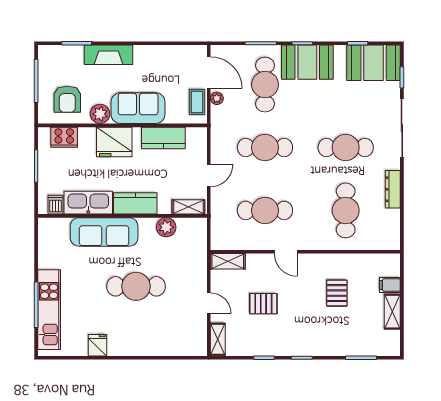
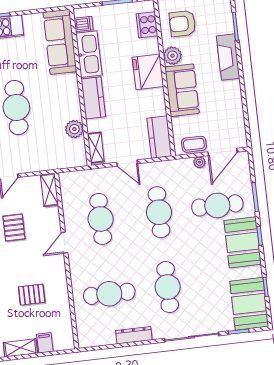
kitchen counter: (163, 138) -> (159, 137), moved
sofa: (104, 232) -> (60, 42), moved

